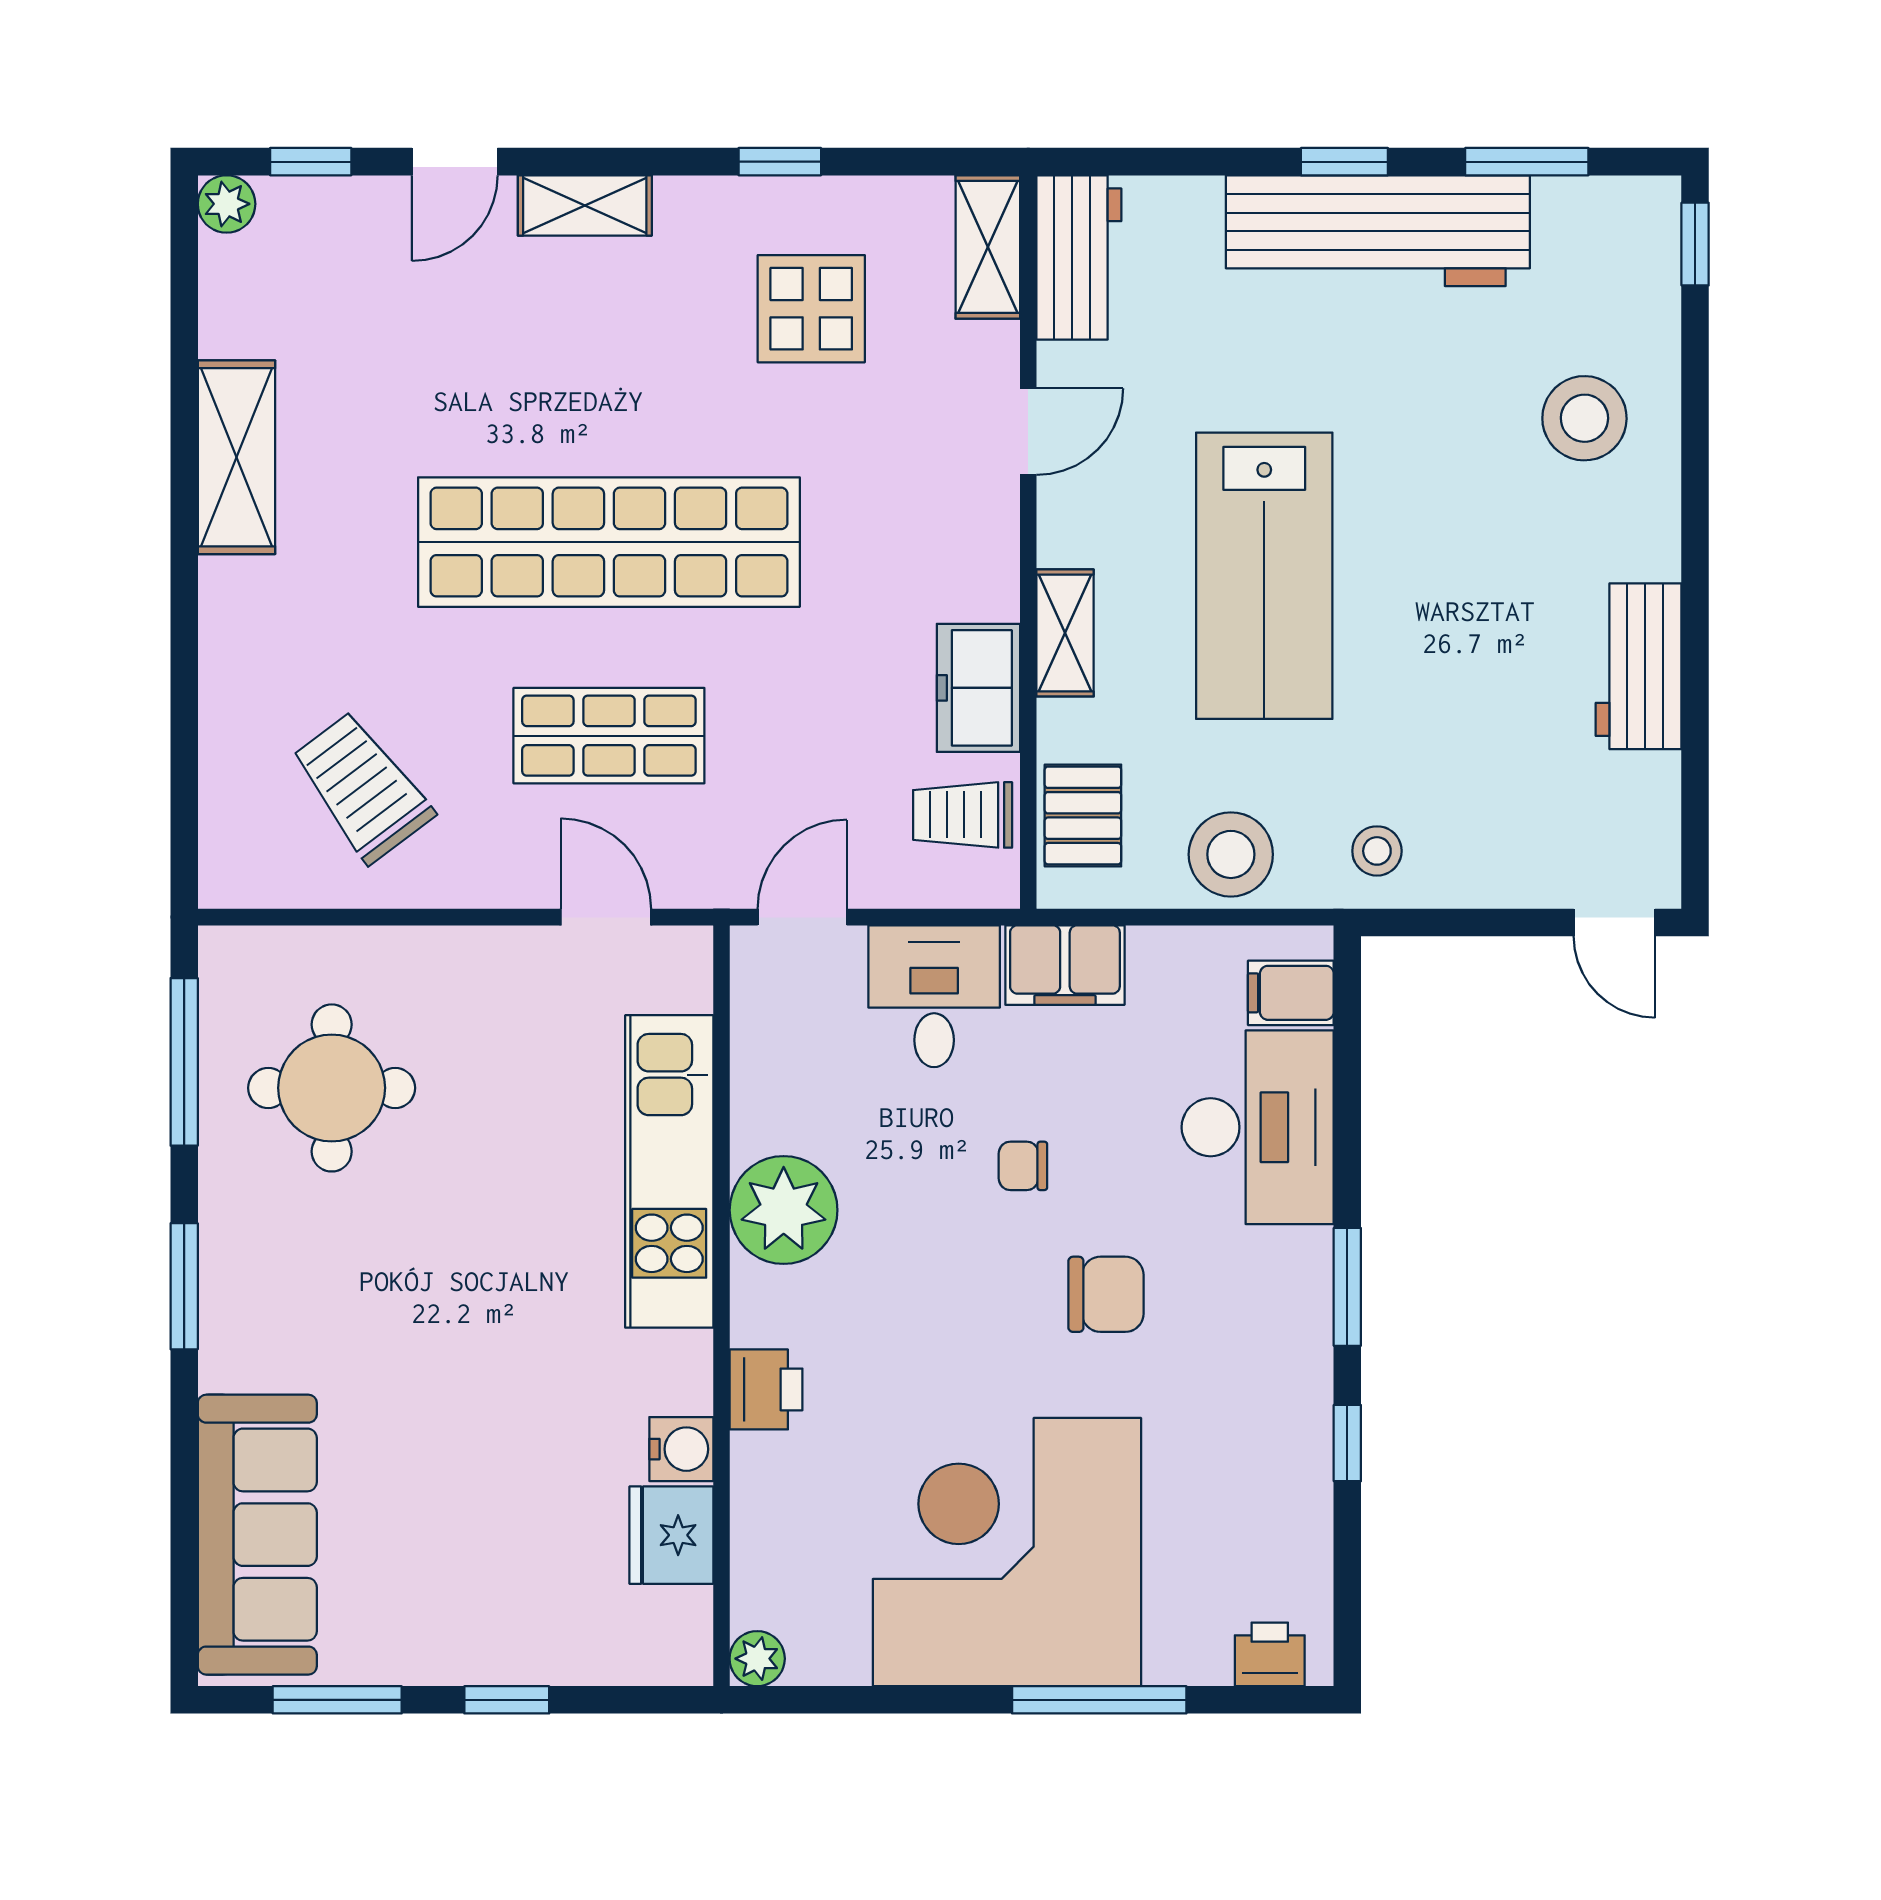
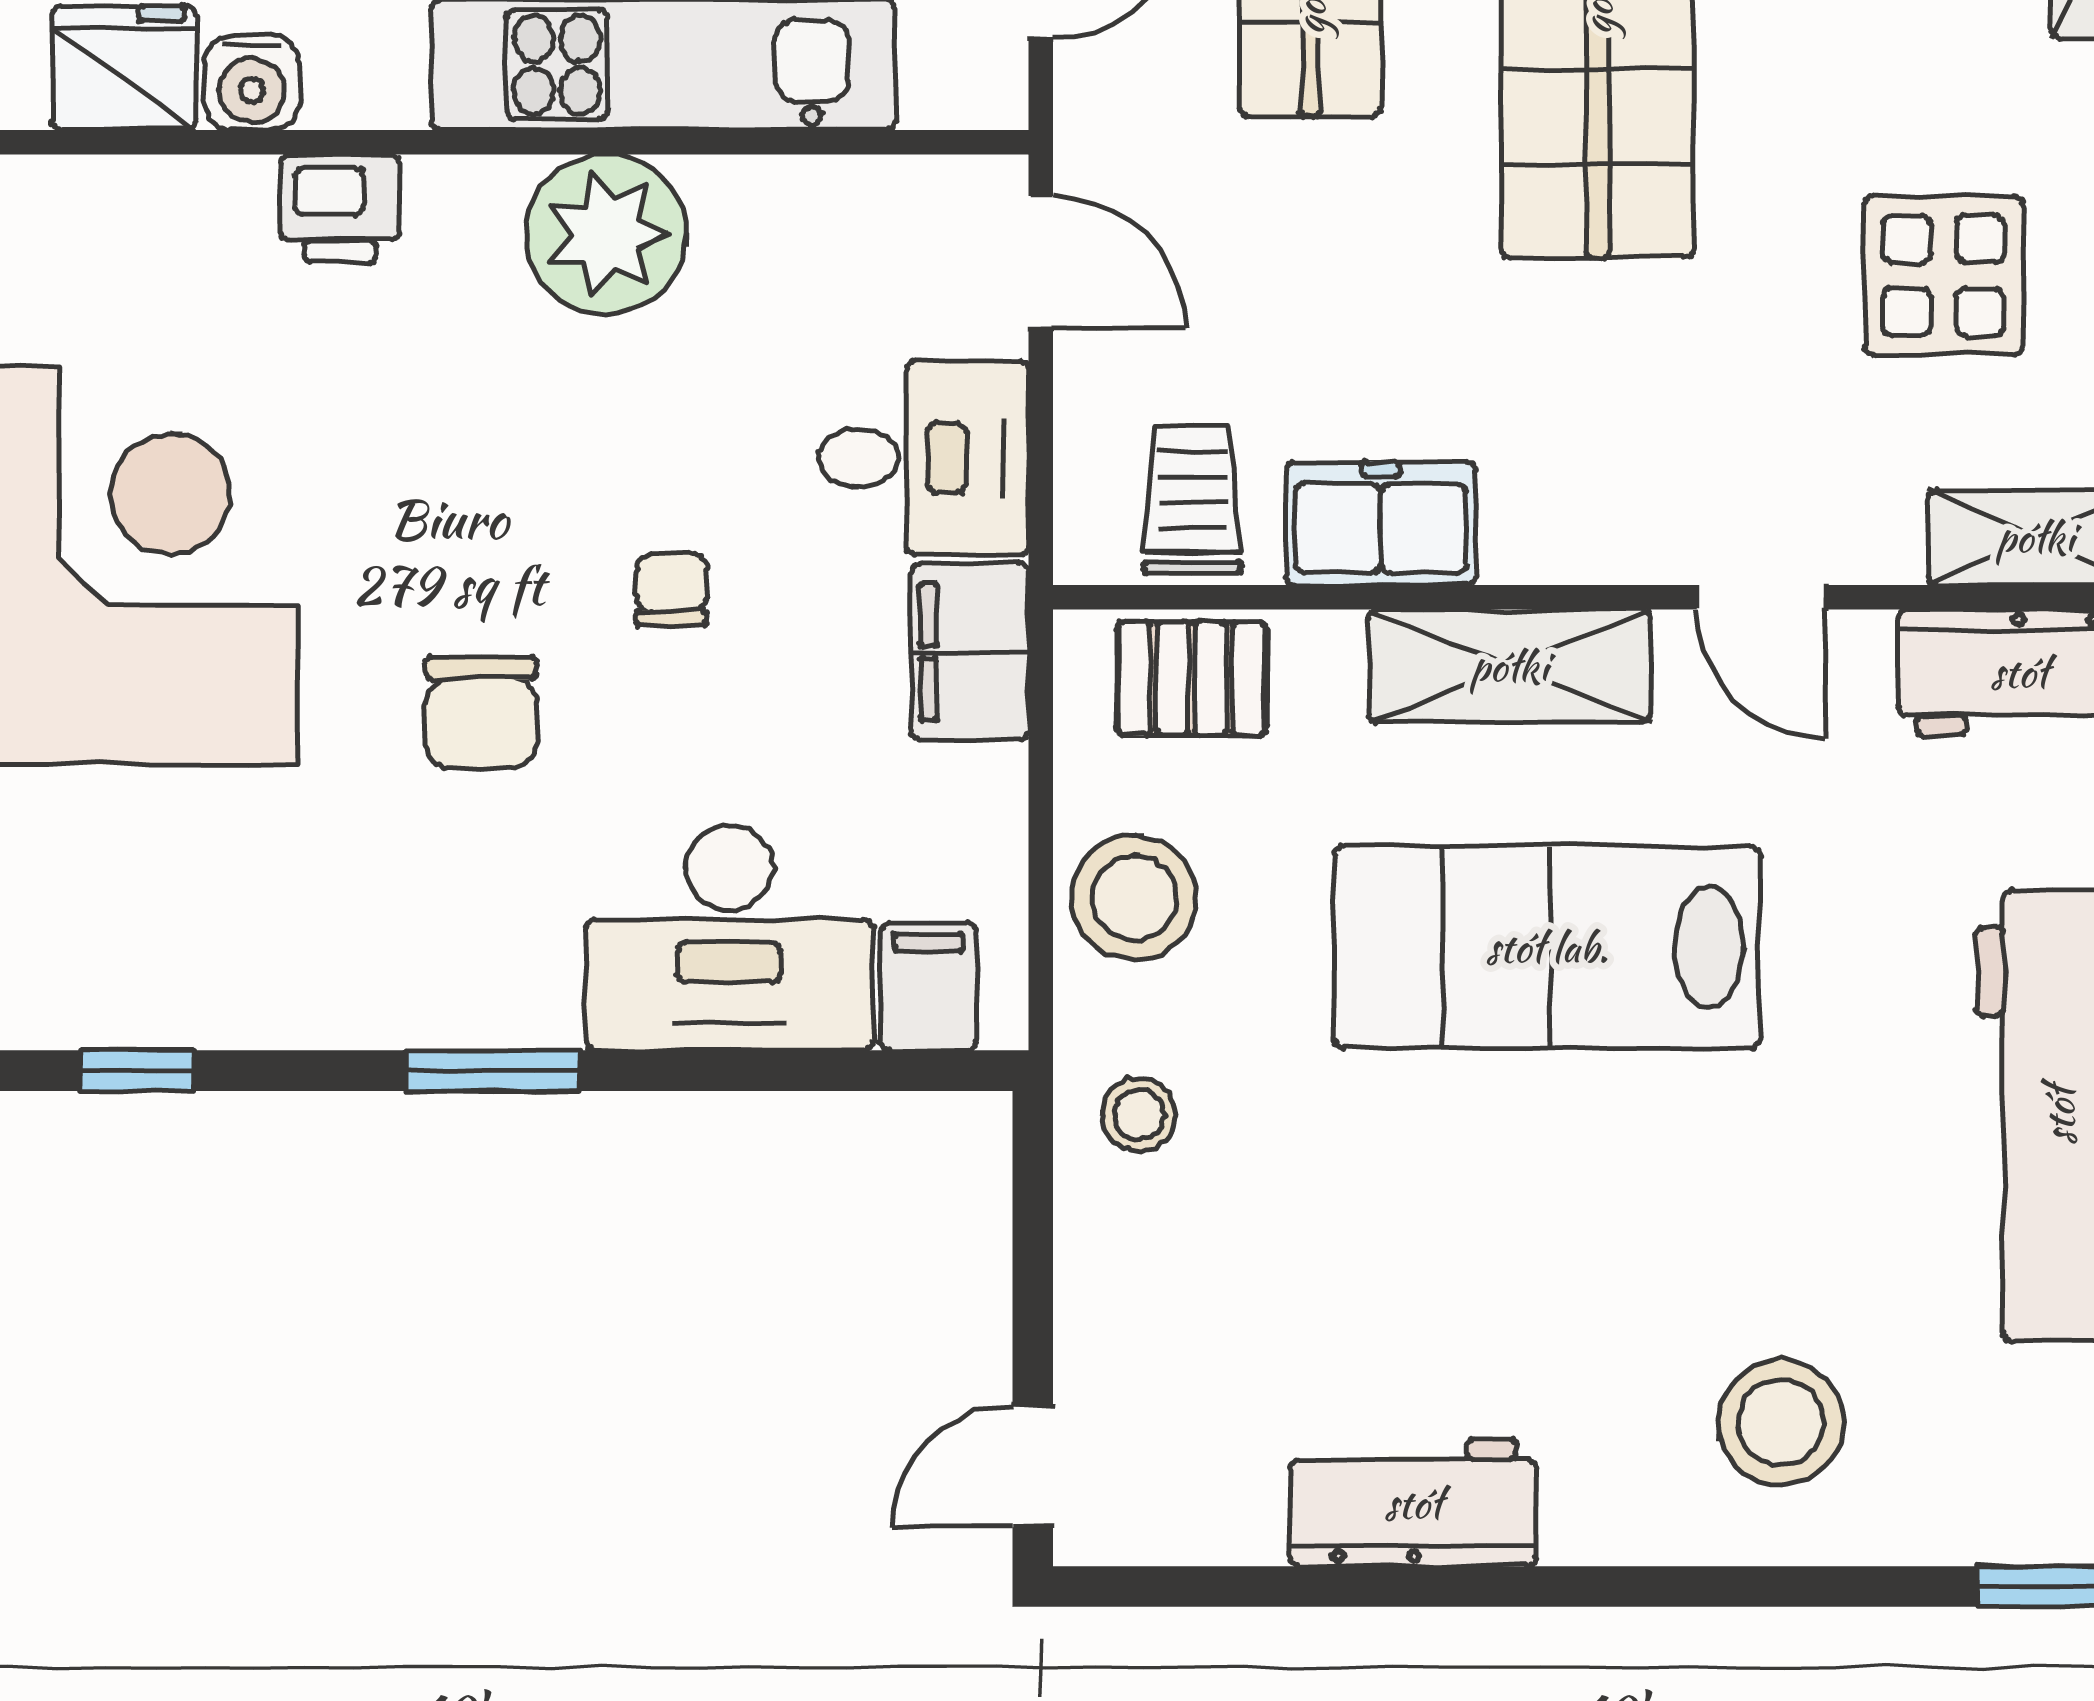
shelving: (1065, 633) -> (1509, 666), width x1.50, depth x1.33
window: (1347, 1443) -> (137, 1071), moved

